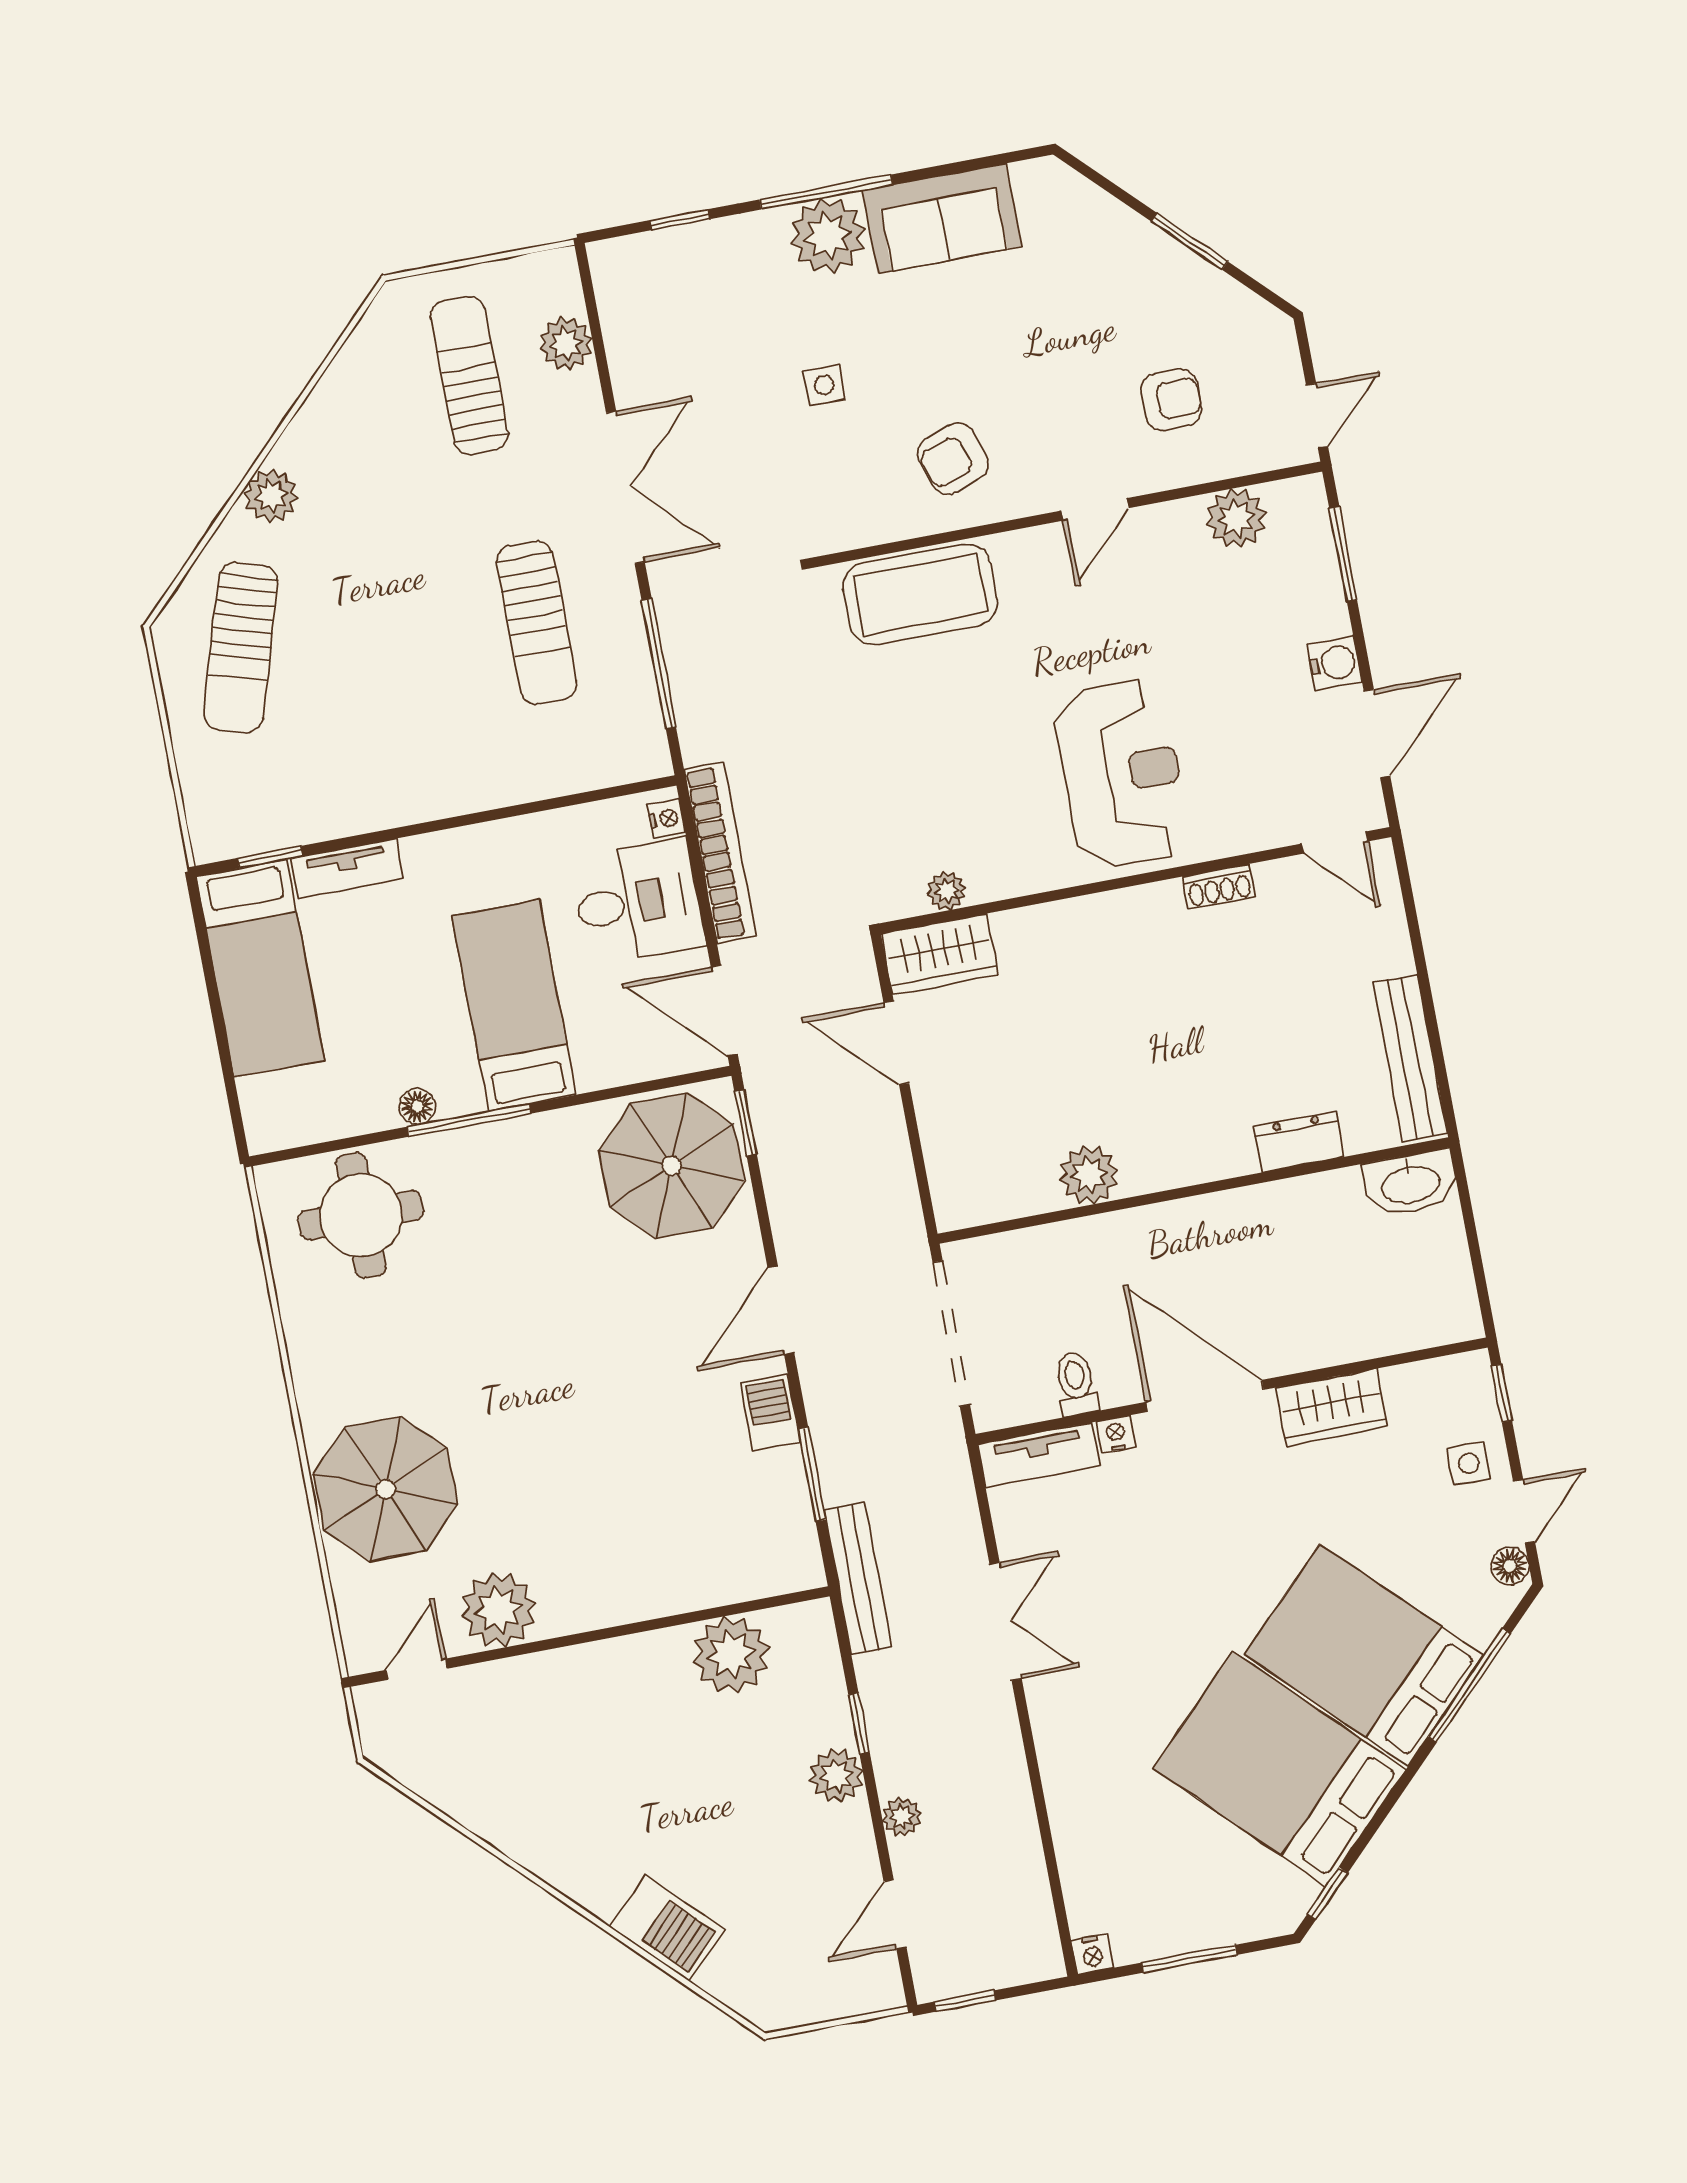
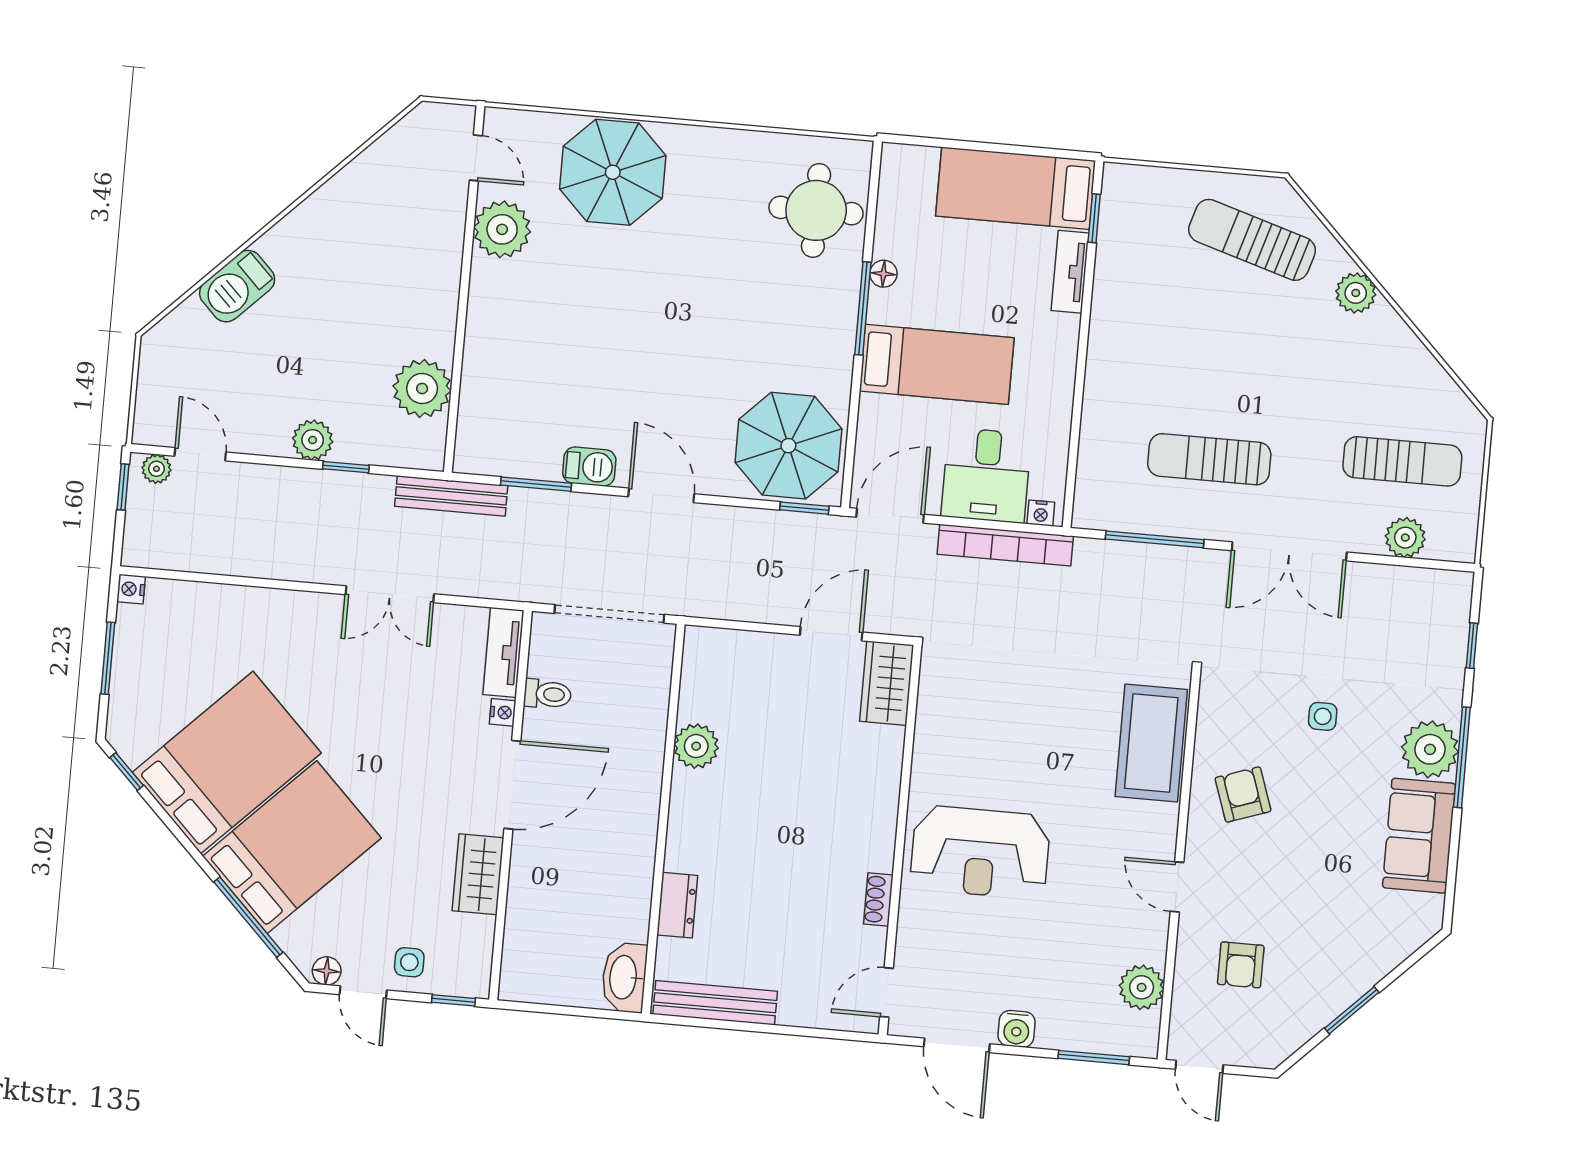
plant: (947, 891) -> (931, 701), removed
plant: (902, 1817) -> (156, 469), moved

